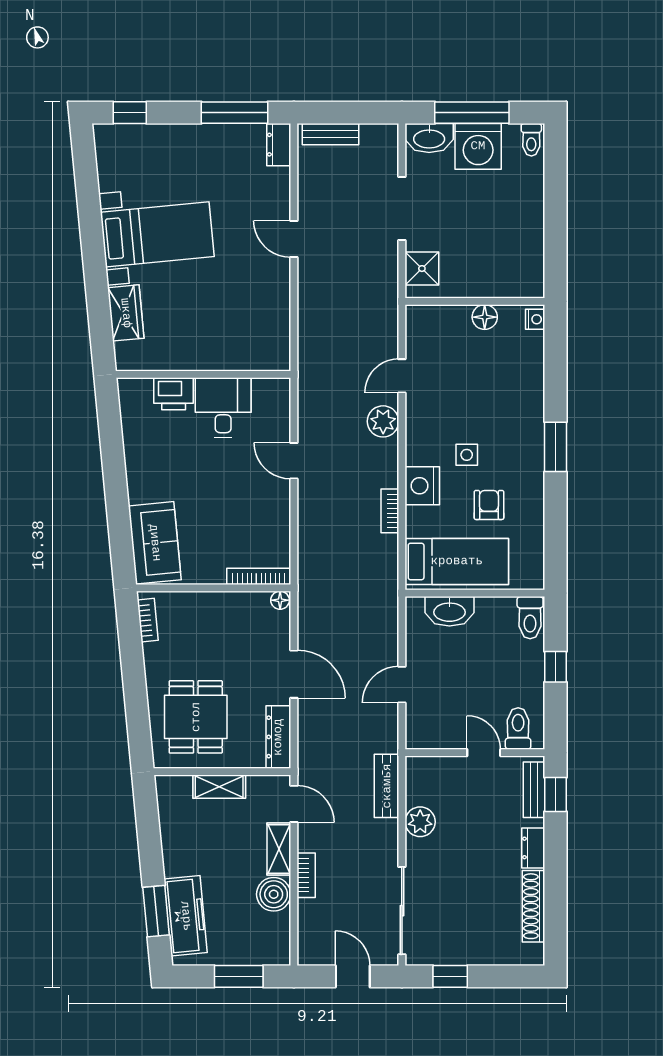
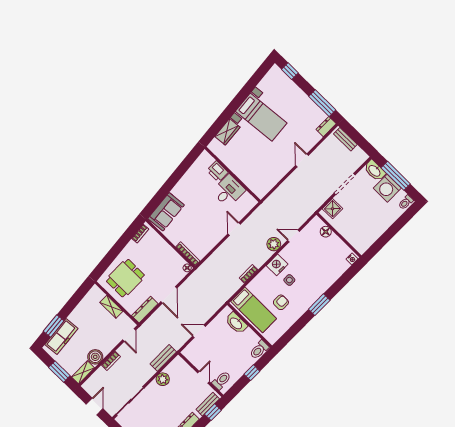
floor lamp: (485, 317) -> (326, 232), moved
nightstand: (422, 486) -> (277, 265), moved
shelving: (279, 849) -> (83, 372), moved

